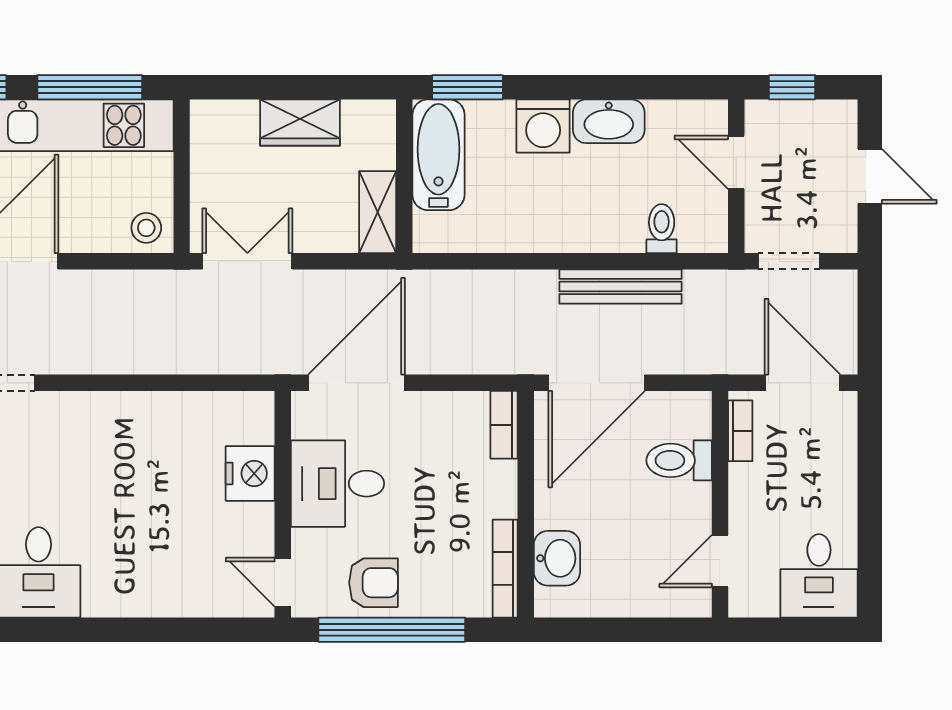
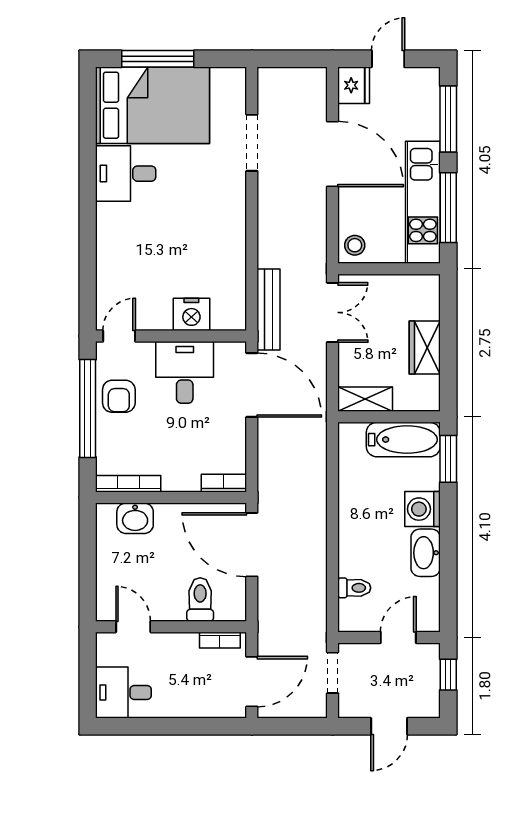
bench: (621, 287) -> (269, 309), moved

